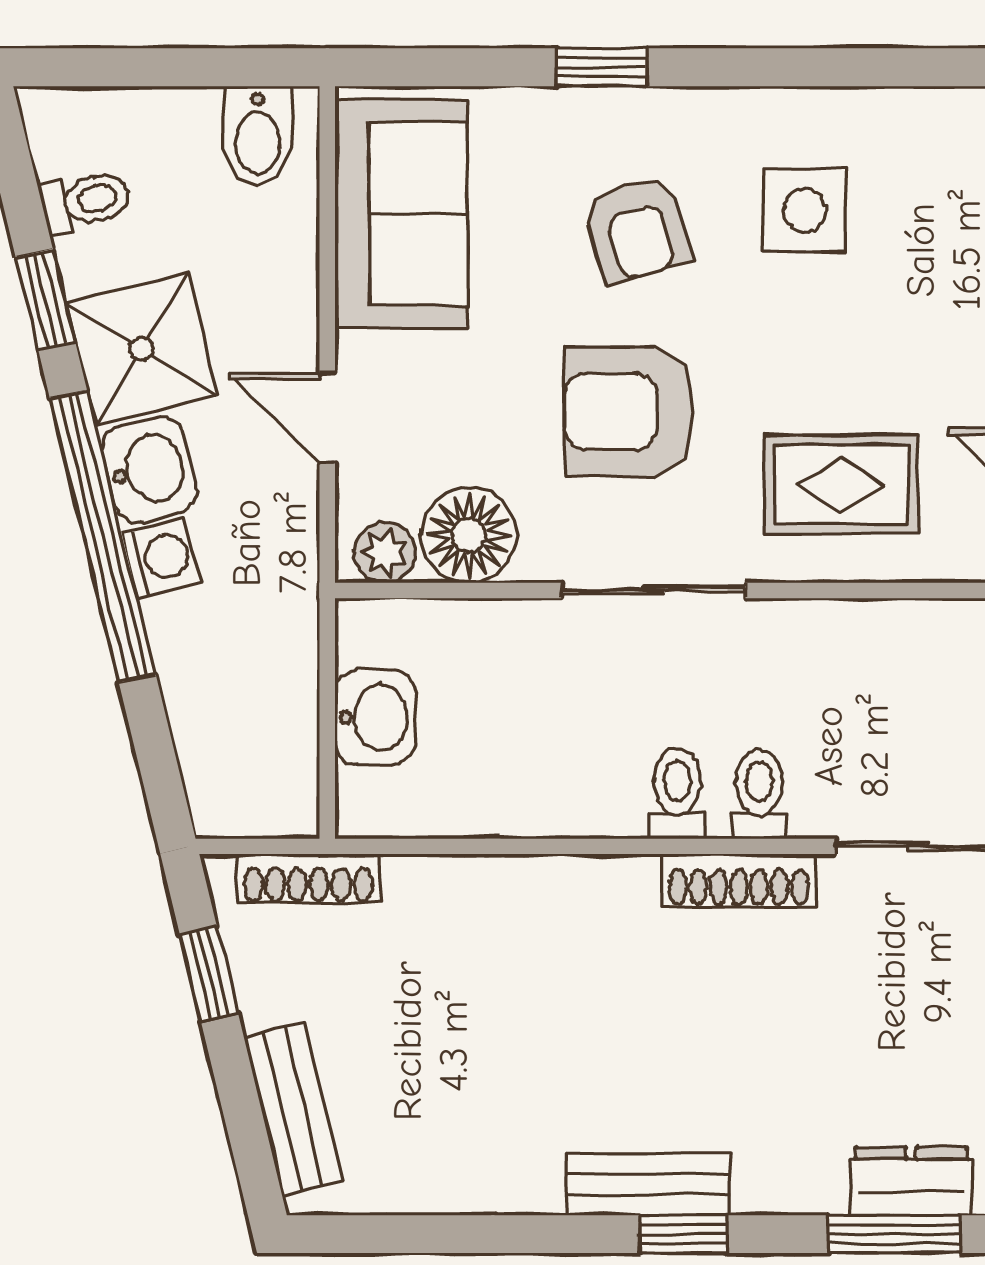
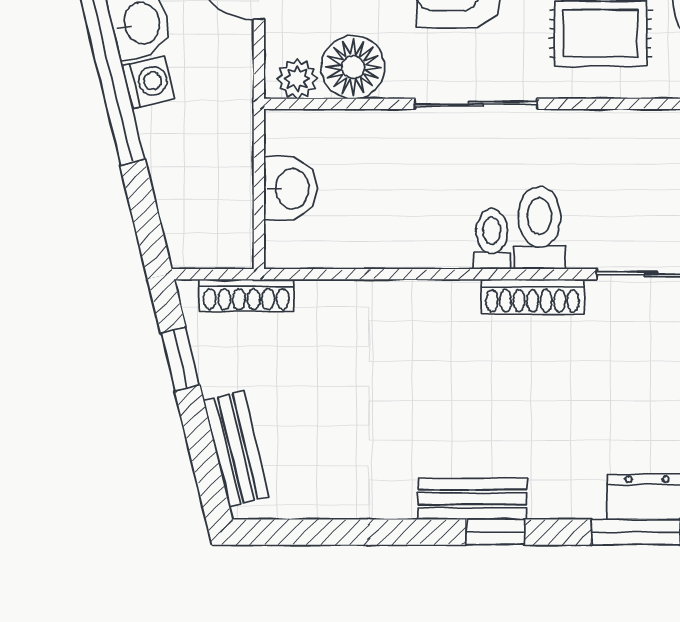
toilet: (759, 794) -> (539, 228), width x1.37, depth x1.39

